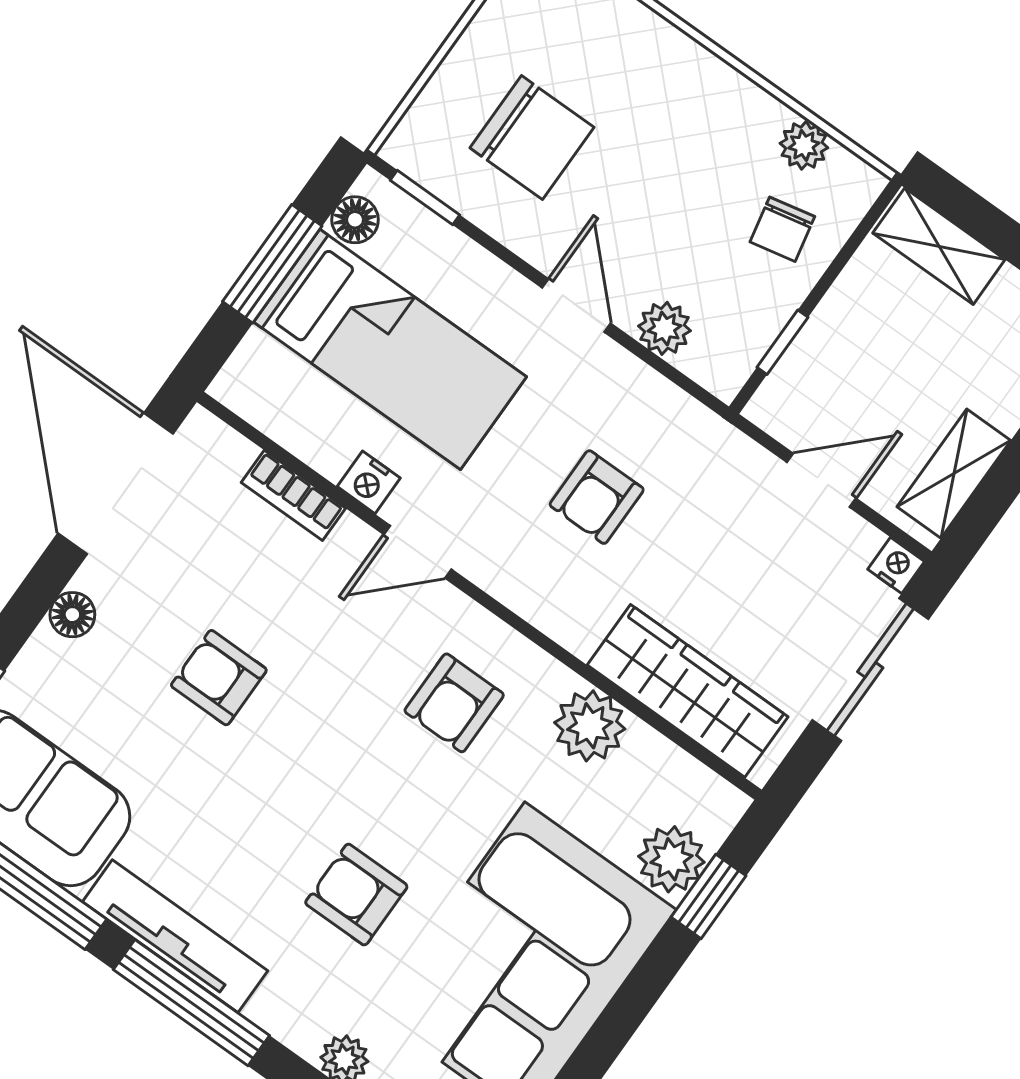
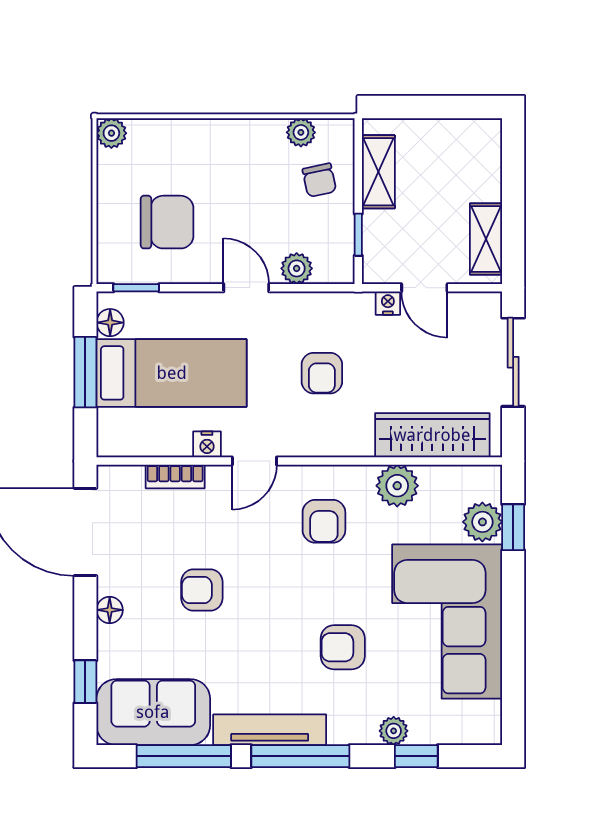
shelving: (939, 246) -> (378, 172), moved, turned 90
door: (821, 480) -> (424, 288), swing flipped
nightstand: (896, 565) -> (388, 303), moved

